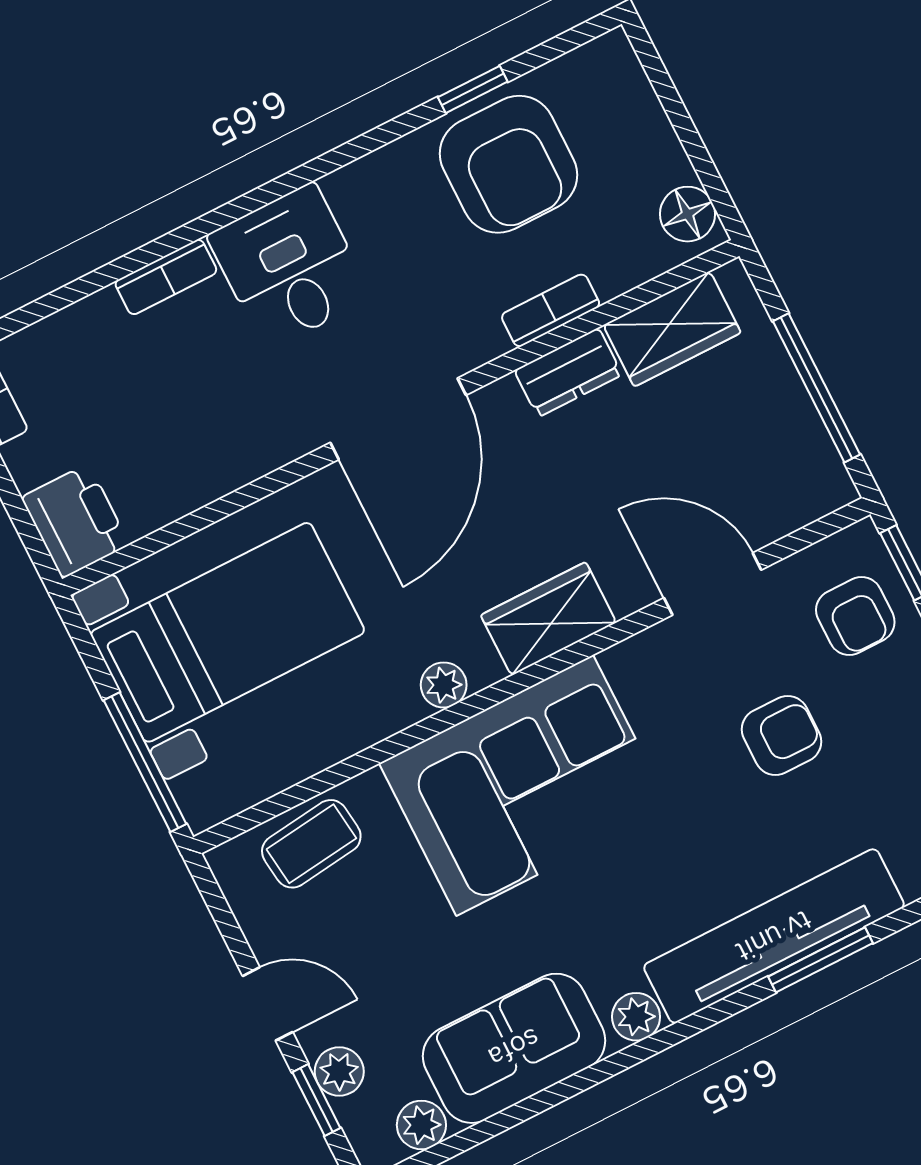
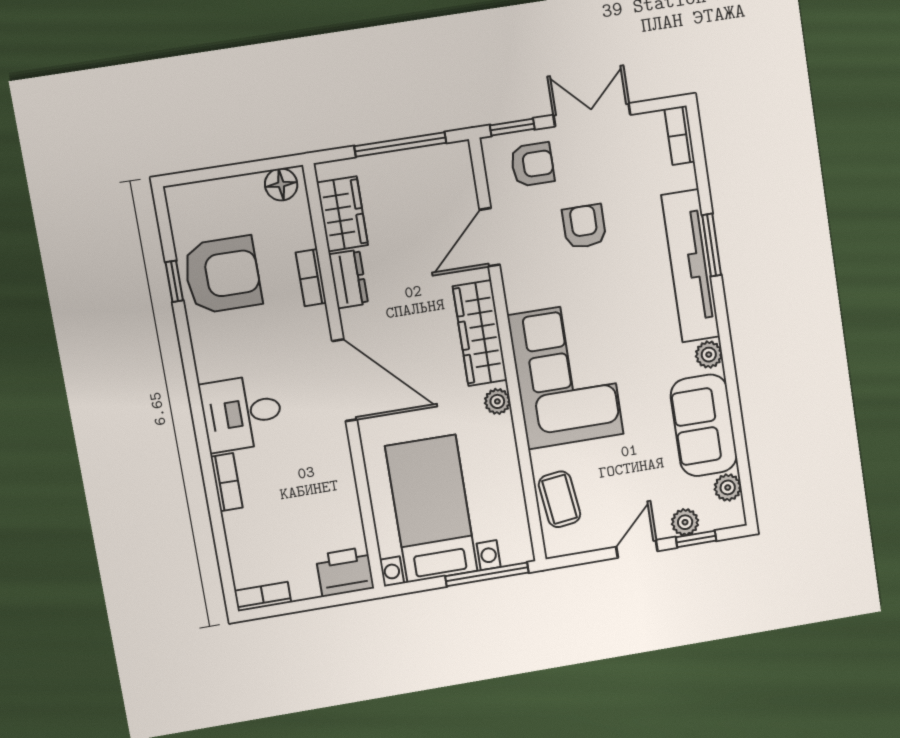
wardrobe: (549, 619) -> (480, 333), width x1.50

